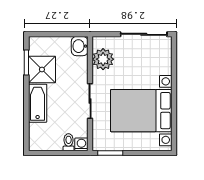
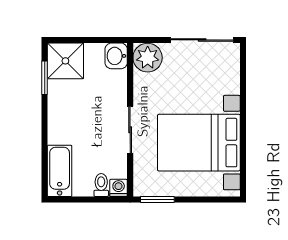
plant: (103, 59) -> (148, 58), moved
shower: (42, 69) -> (65, 61), moved
bathtub: (38, 103) -> (60, 171), moved

